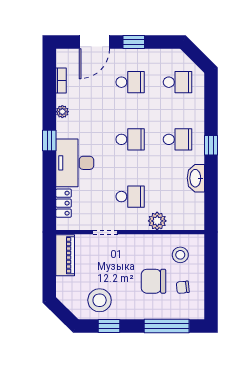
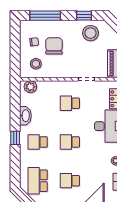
school desk: (177, 82) -> (38, 181), width x1.85
plant: (157, 221) -> (30, 87), moved
chair: (153, 281) -> (54, 46), turned -90

